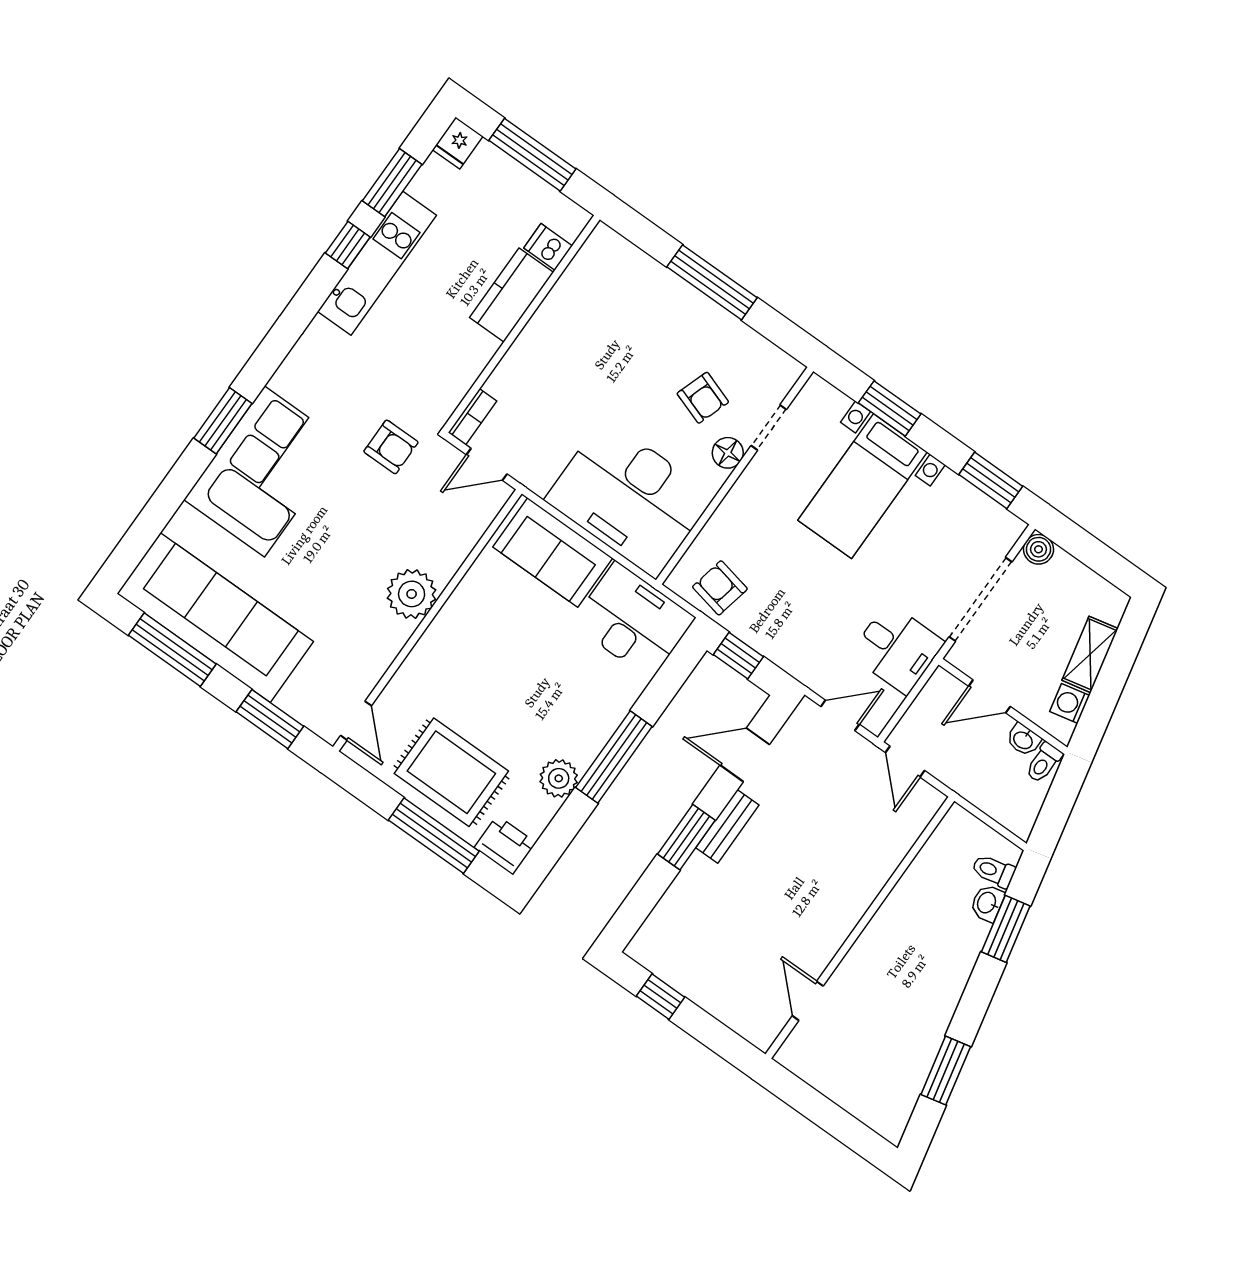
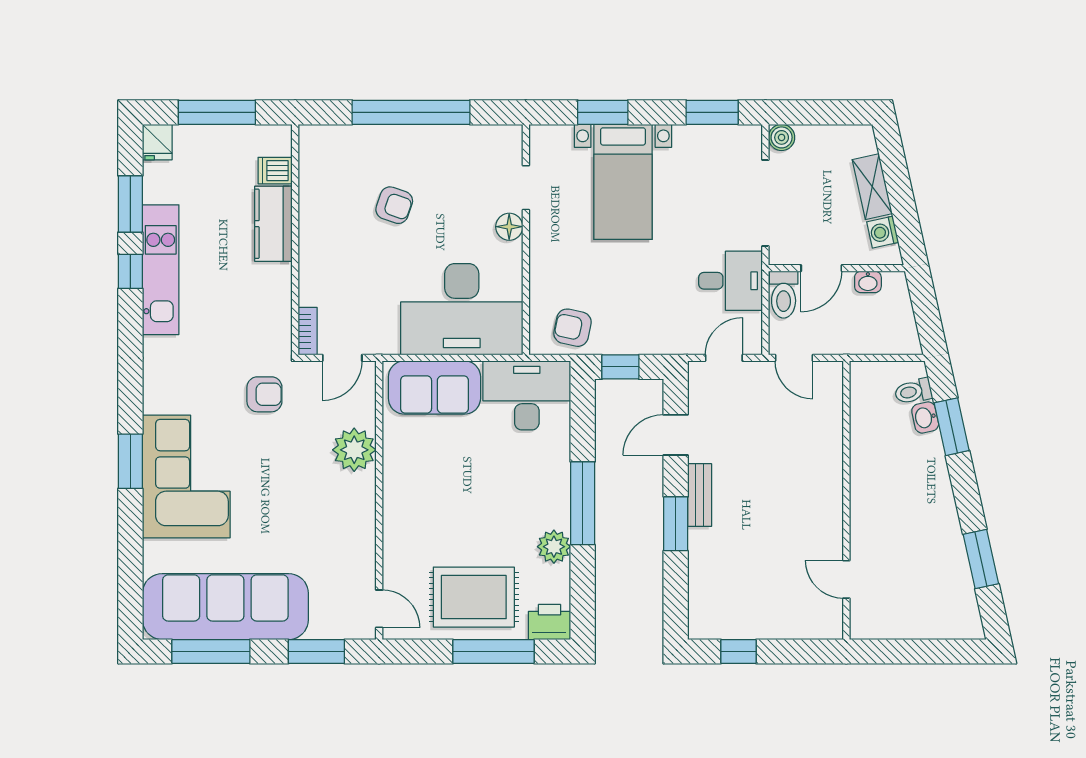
window: (712, 282) -> (411, 112), width x1.46
armchair: (703, 398) -> (394, 205), moved
plant: (412, 594) -> (354, 450), moved
toilet: (1044, 763) -> (784, 295), moved, width x1.37, depth x1.39

